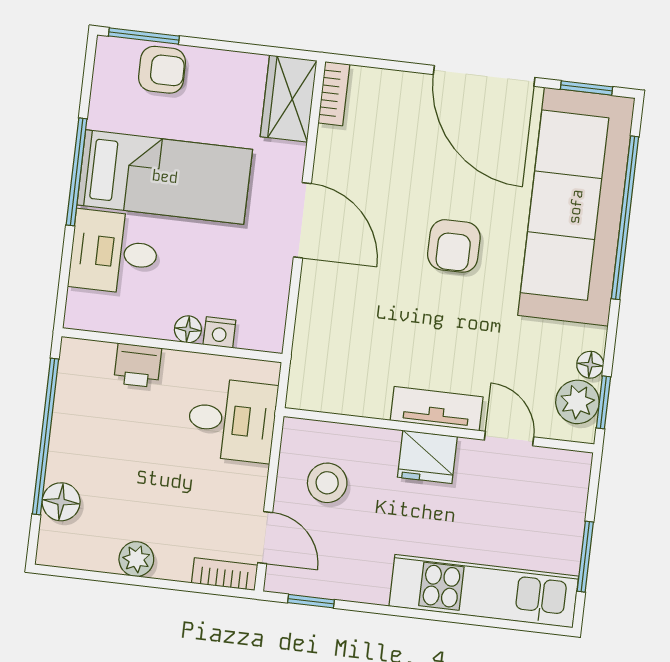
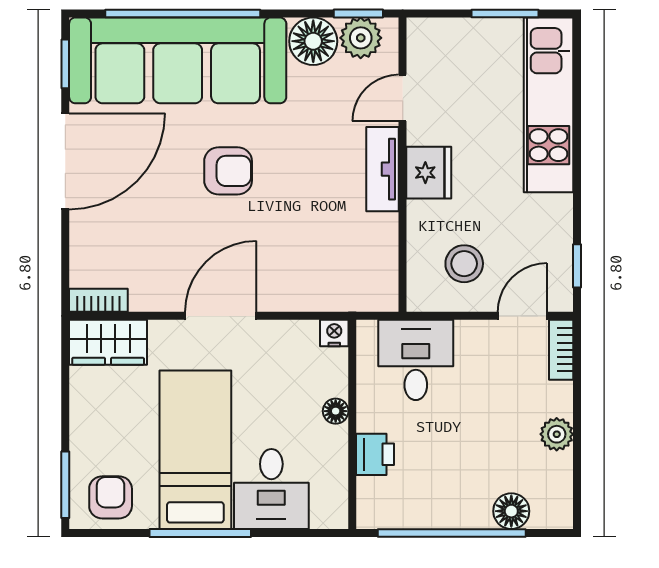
armchair: (162, 70) -> (111, 497), moved
nightstand: (219, 332) -> (334, 333), moved, turned -90
floor lamp: (590, 365) -> (313, 41), width x1.89, depth x1.89

